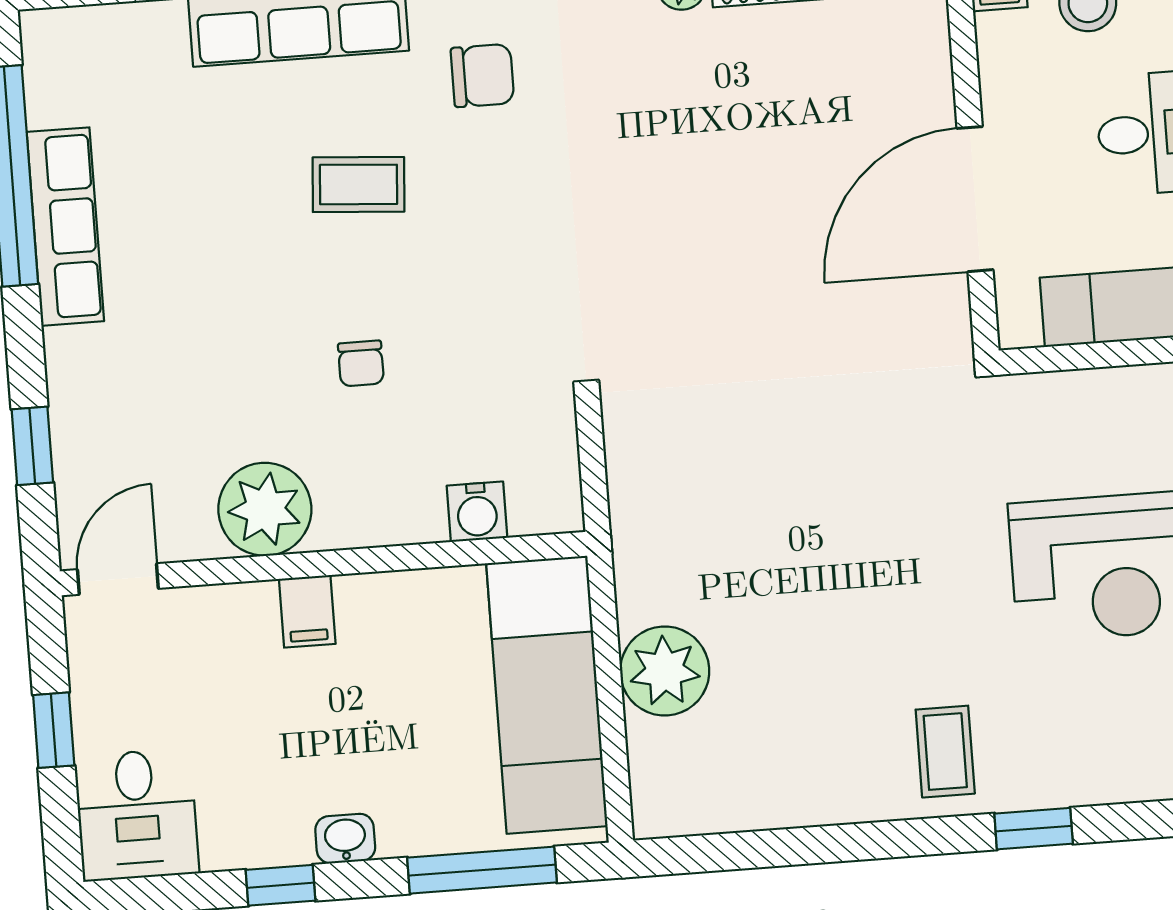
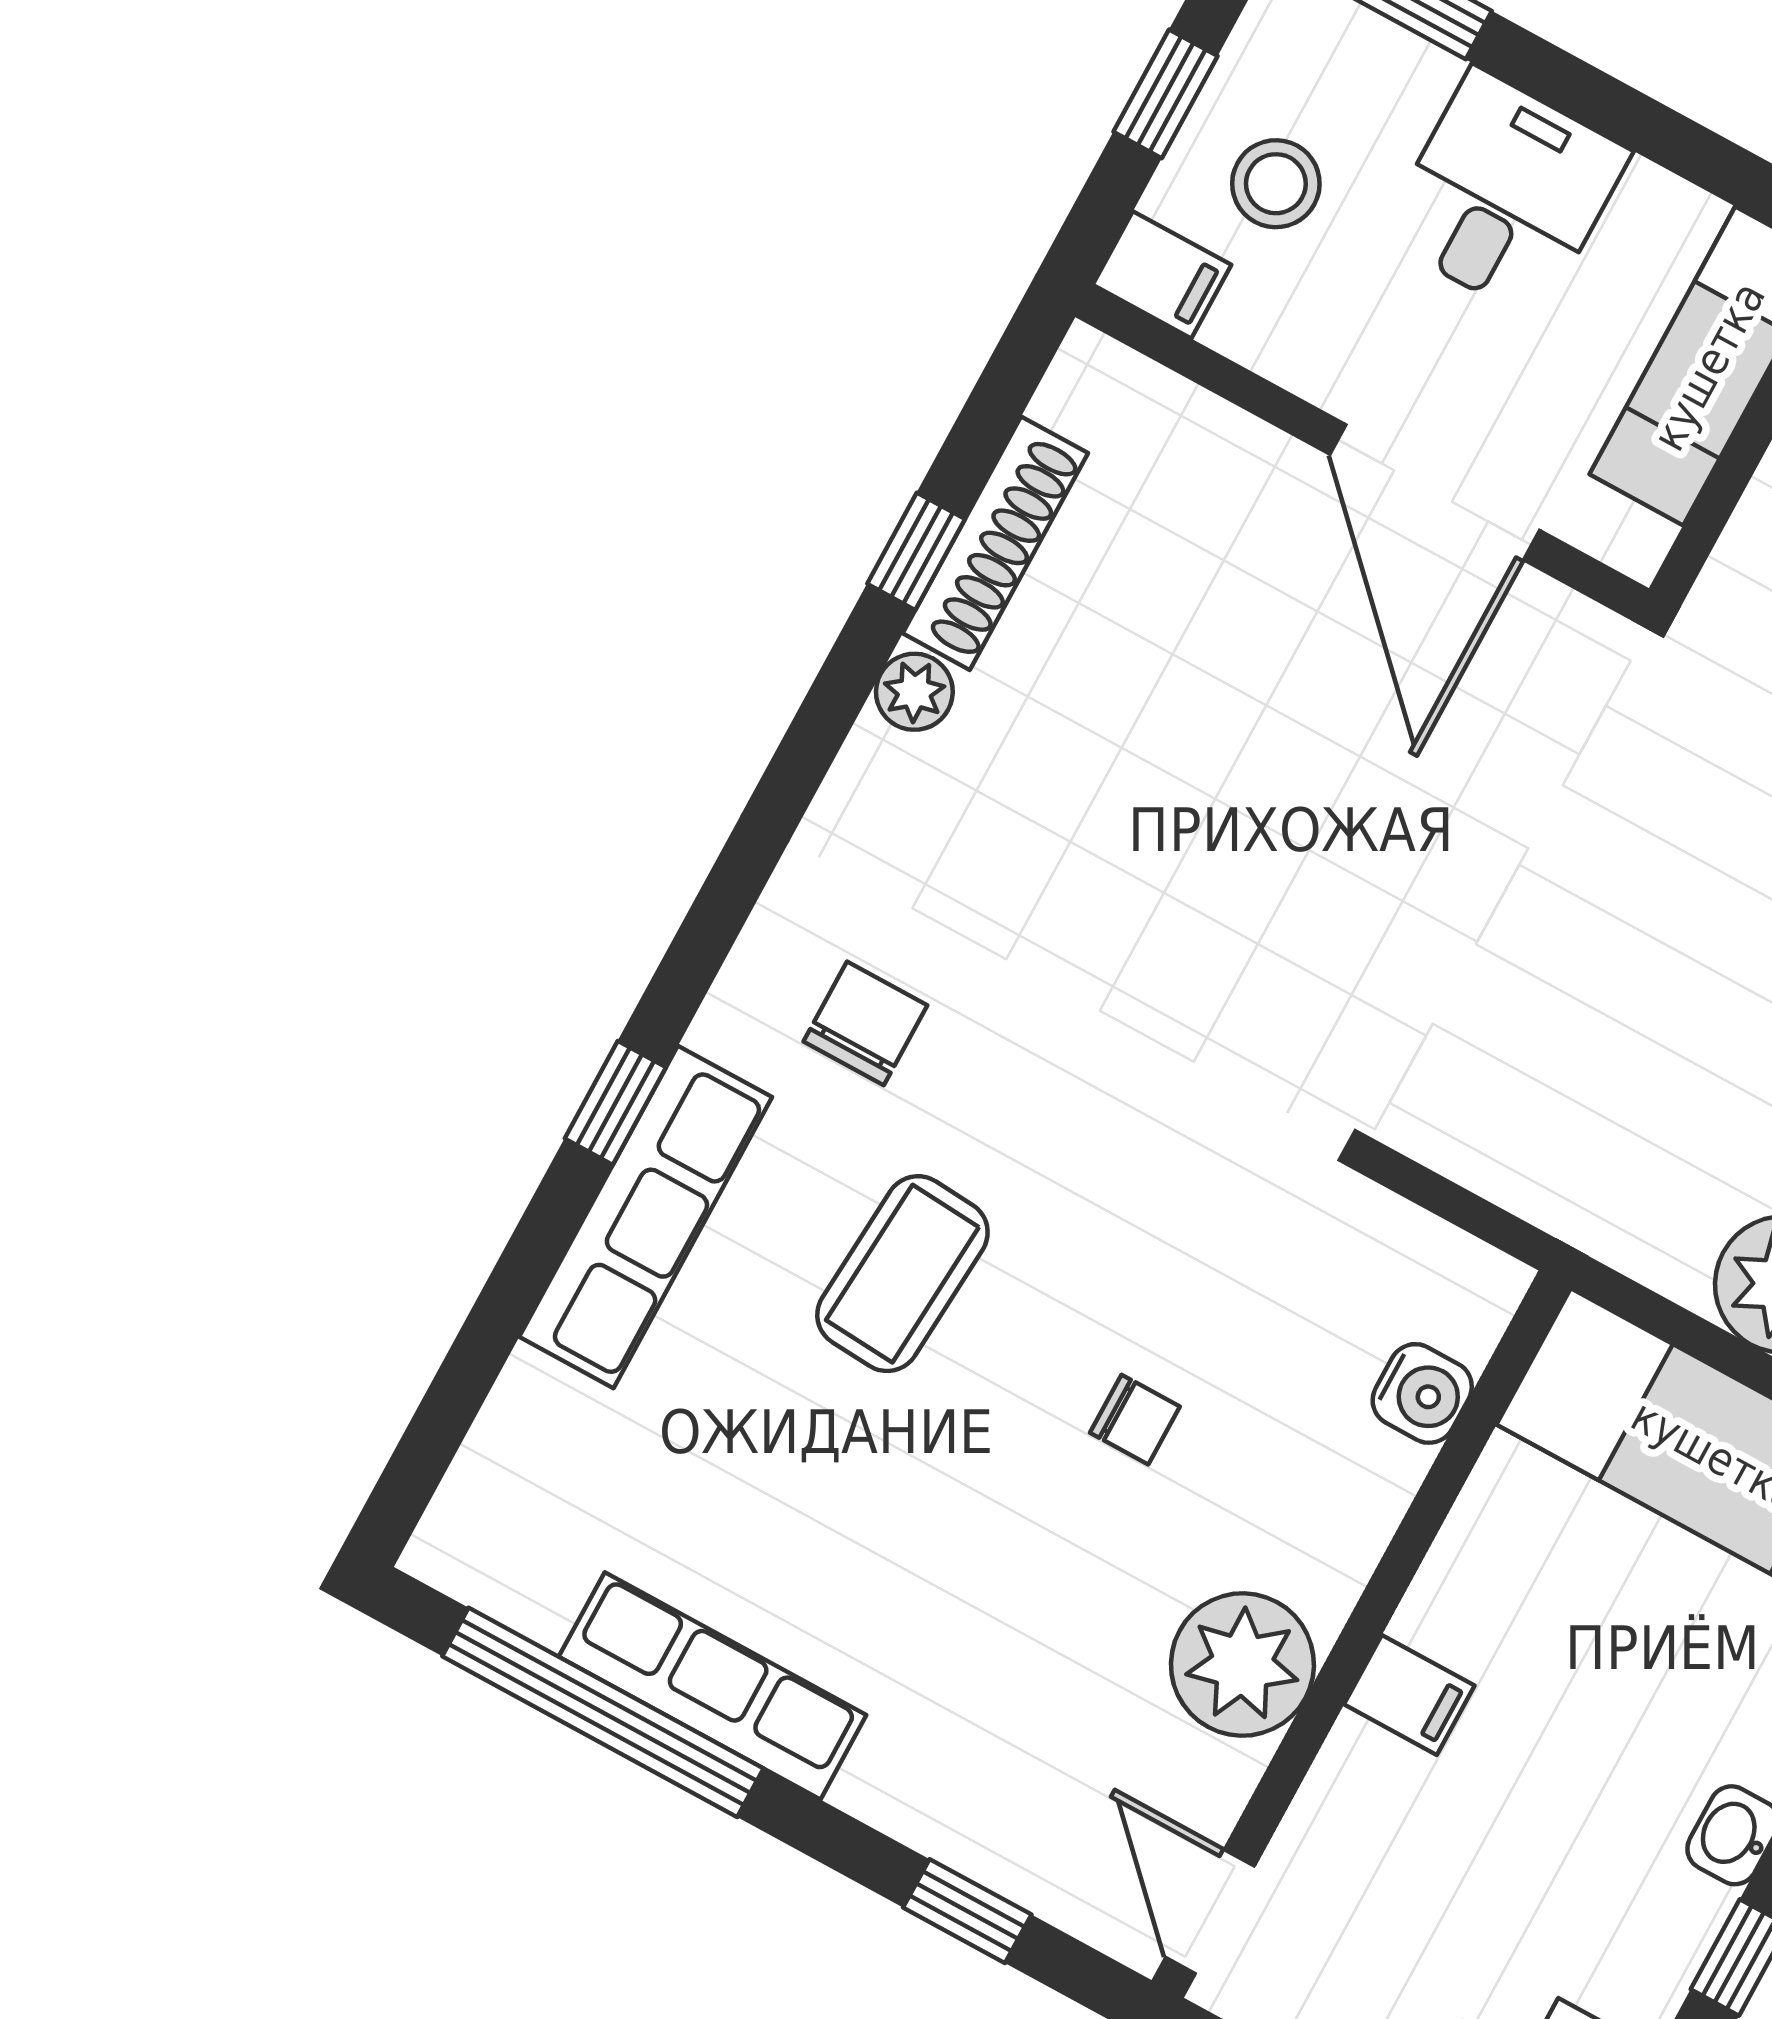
coffee table: (358, 184) -> (902, 1274), width x1.36, depth x1.30

